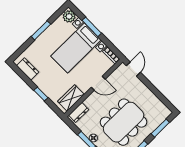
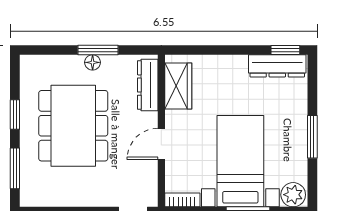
dresser: (28, 69) -> (277, 66), width x1.44
window: (41, 94) -> (285, 50), moved
dresser: (79, 112) -> (148, 85), width x1.44

